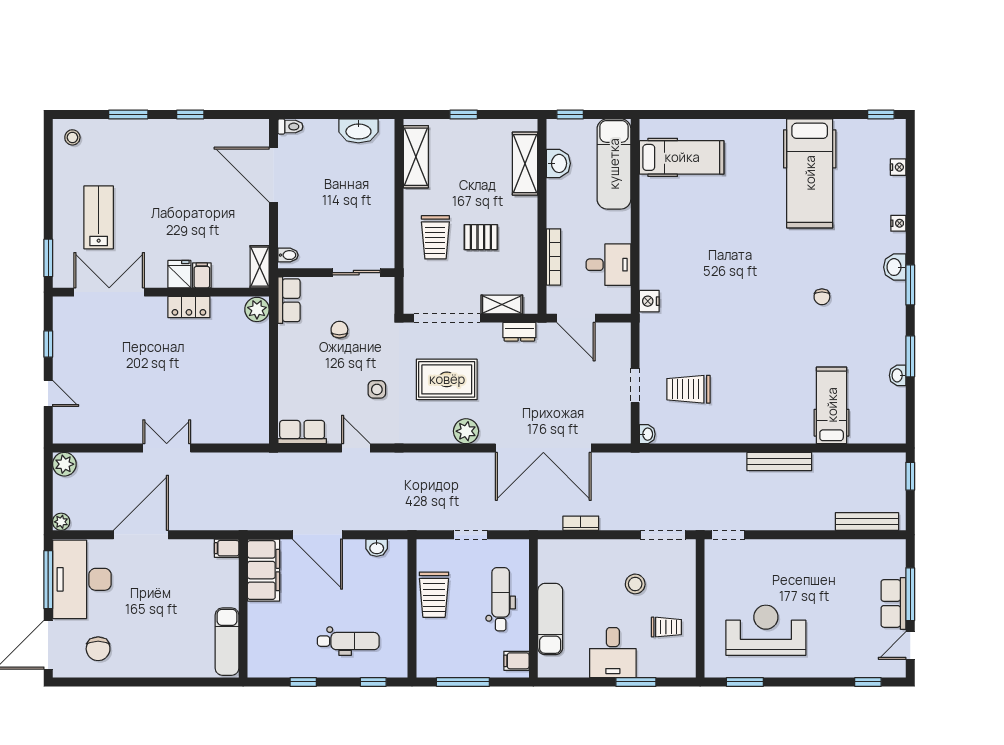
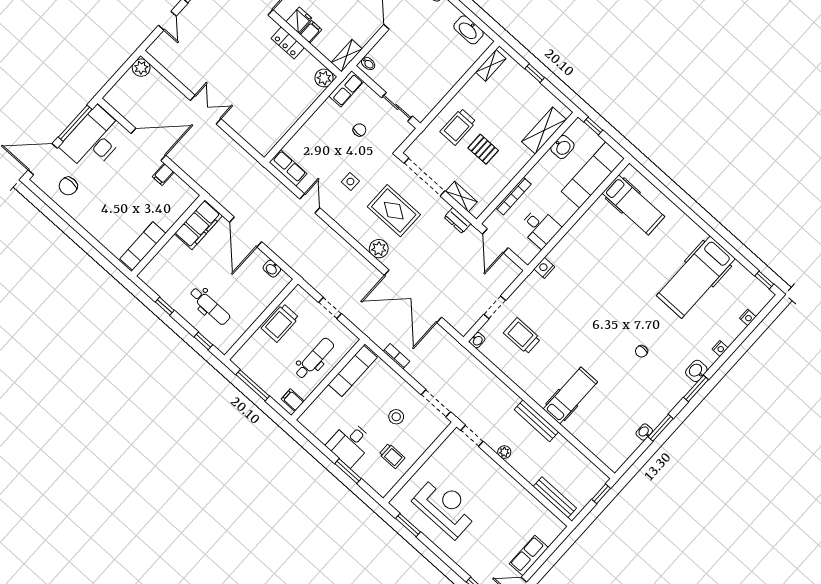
shelving: (416, 157) -> (491, 65), width x0.67, depth x0.75
hospital bed: (832, 405) -> (570, 395), moved
plant: (61, 522) -> (504, 452), moved
filing cabinet: (227, 548) -> (163, 174), moved, turned -90
window: (910, 594) -> (543, 559), removed
exam couch: (550, 619) -> (353, 371), moved

